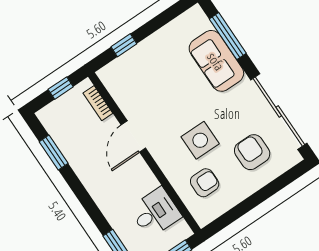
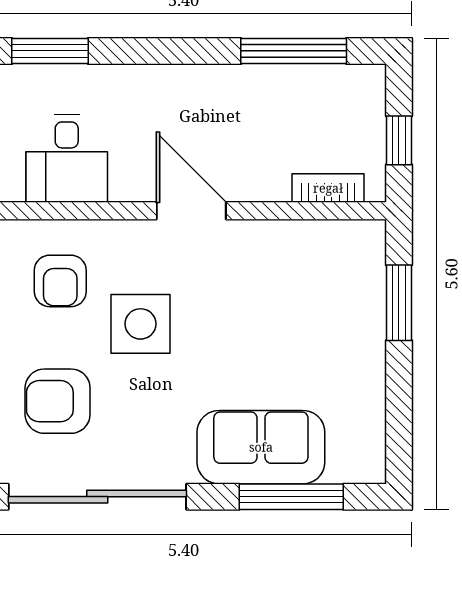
window: (124, 45) -> (399, 303), width x1.50
door: (133, 137) -> (191, 211), moved
armchair: (252, 152) -> (58, 401), turned 180
window: (54, 153) -> (294, 51), width x1.44

